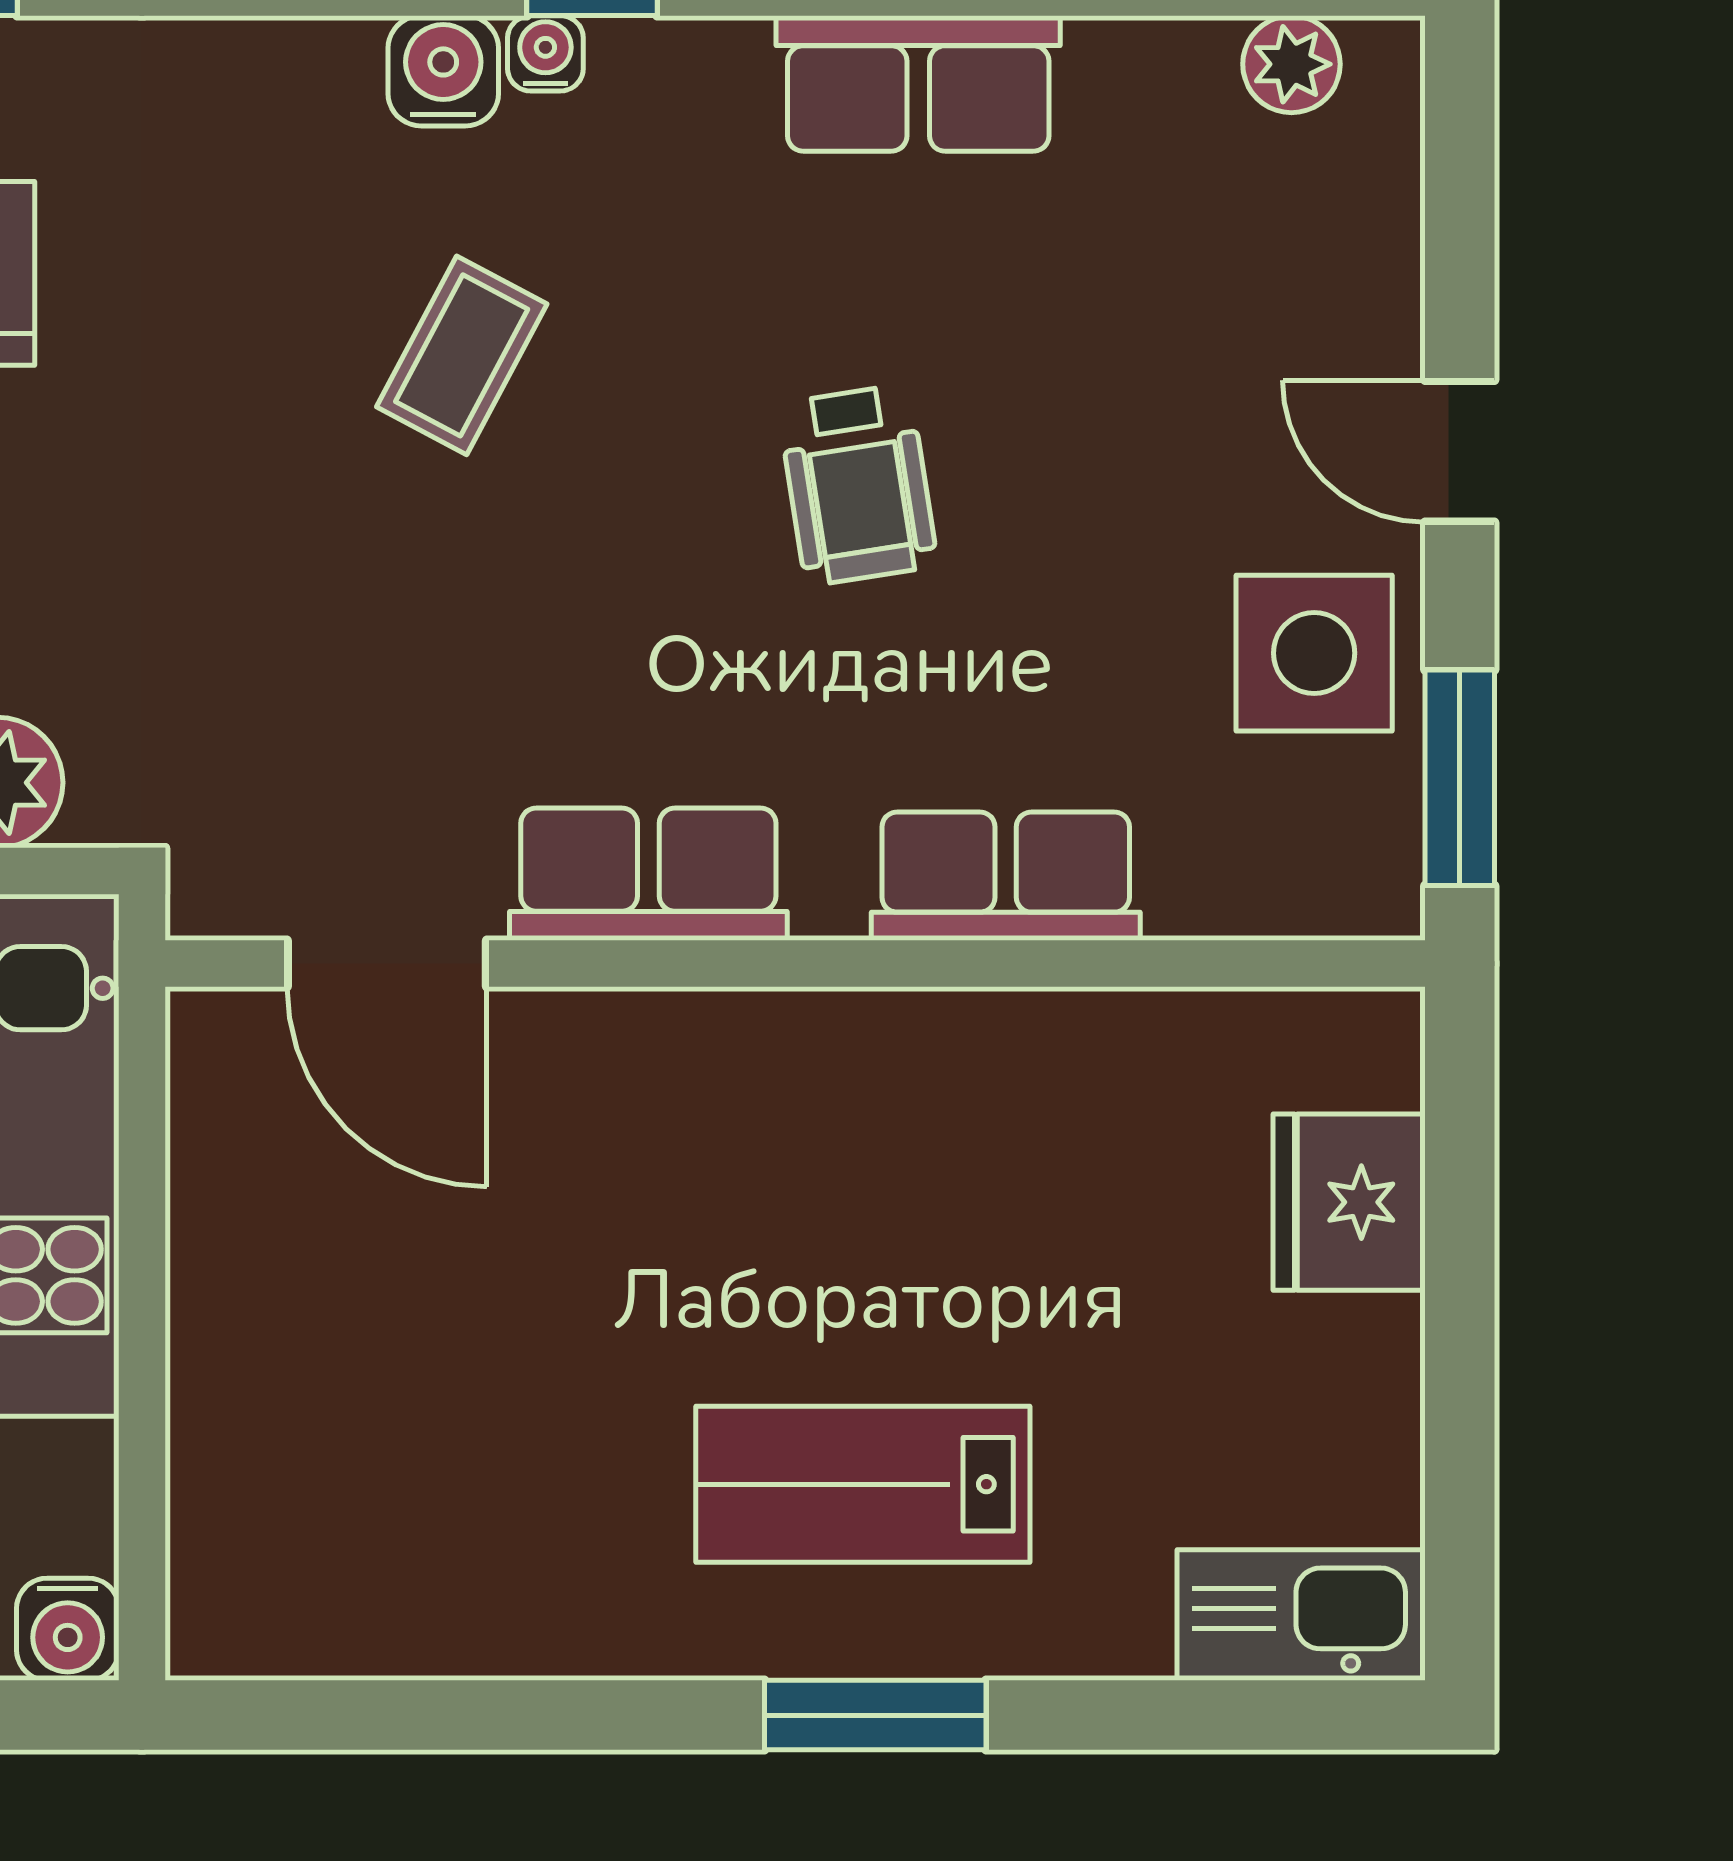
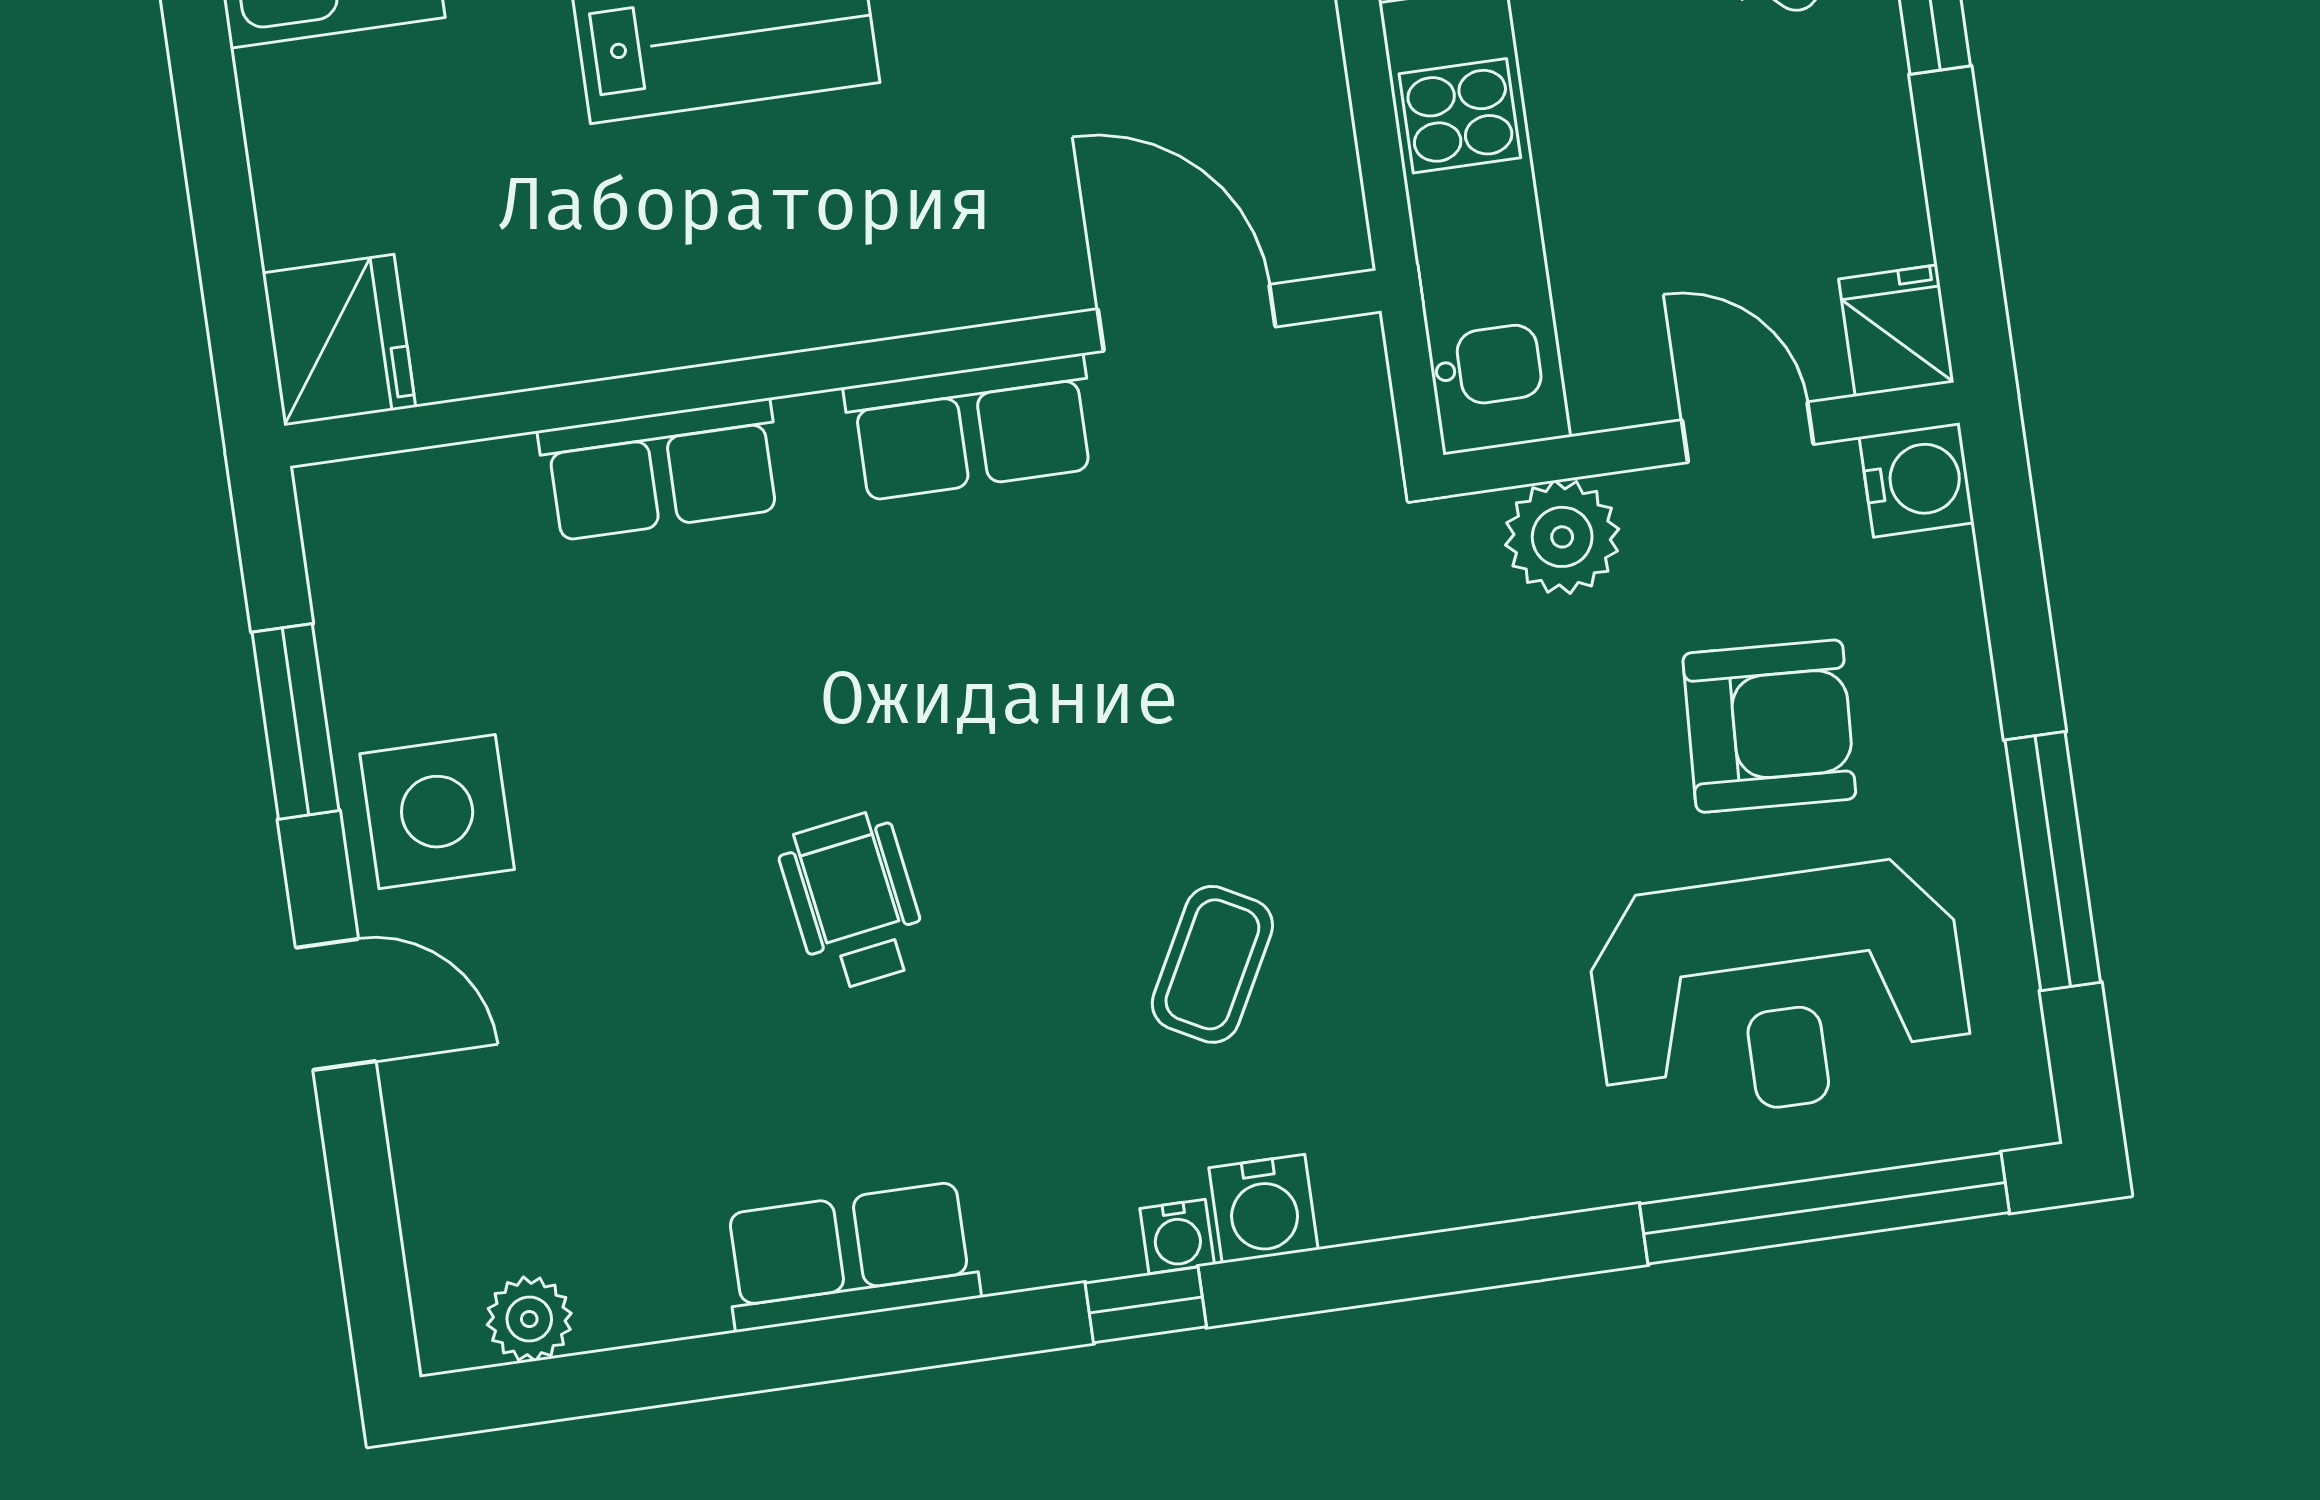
row of seats: (648, 874) -> (971, 428), moved
row of seats: (1006, 876) -> (661, 470), moved
door: (387, 964) -> (1187, 318), moved
wall: (795, 964) -> (833, 368), moved

